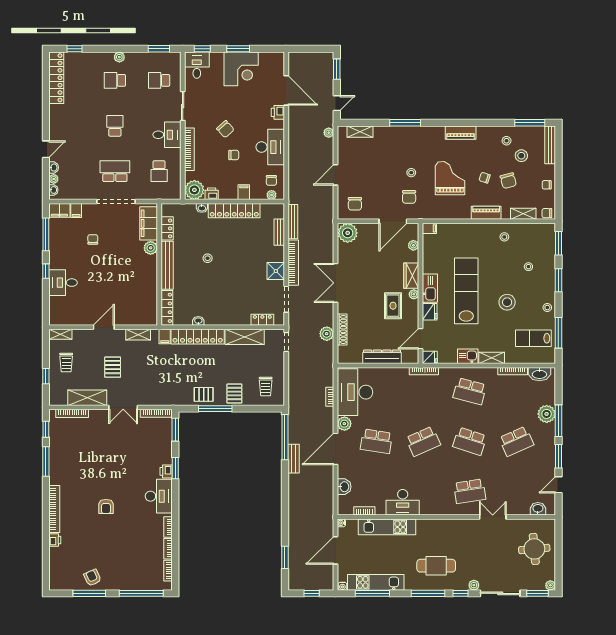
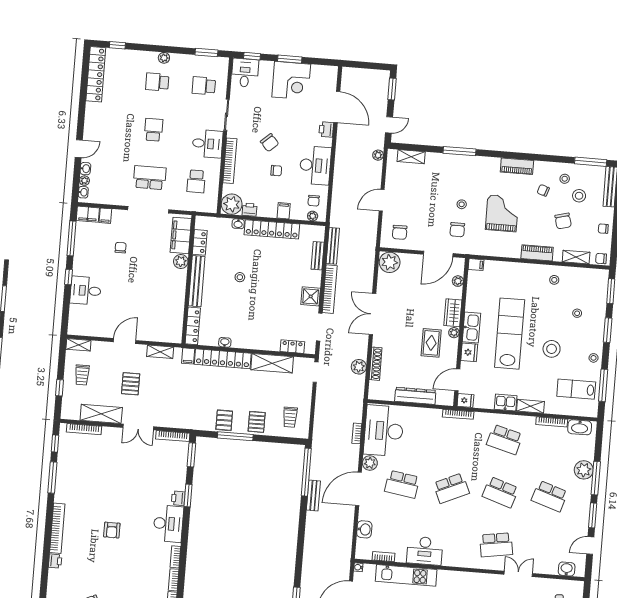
chair: (485, 178) -> (543, 190), moved
pallet: (204, 394) -> (224, 420), turned 90
school desk: (516, 441) -> (550, 496), turned 42

